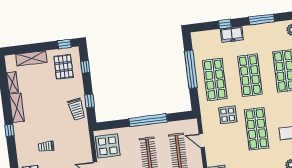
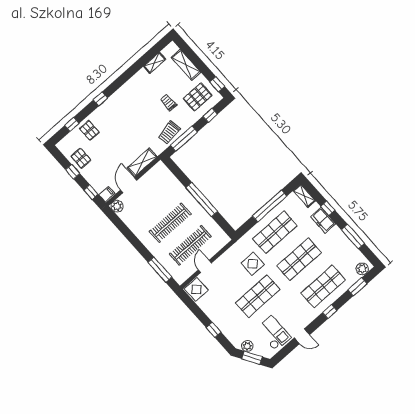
shelving: (202, 36) -> (304, 196), added
window: (89, 101) -> (184, 139), width x2.17
shelving: (17, 108) -> (142, 162), moved
window: (10, 130) -> (100, 99), moved
door: (202, 141) -> (205, 266), moved
display table: (108, 146) -> (156, 180), removed
trolley: (46, 147) -> (168, 102), moved

